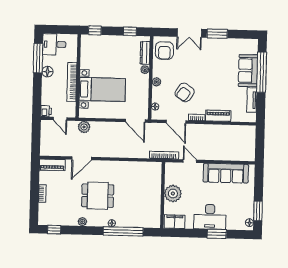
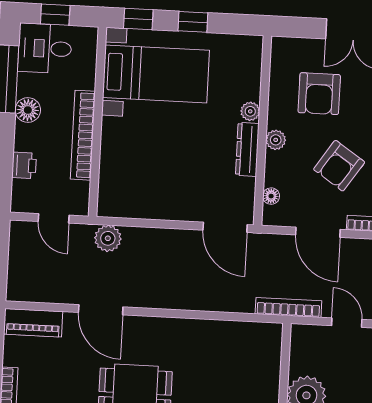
window: (58, 29) -> (55, 15), added
window: (130, 31) -> (193, 22), moved
armchair: (164, 51) -> (319, 94), moved
dresser: (145, 53) -> (247, 149), moved
bed with nightstands: (102, 89) -> (156, 74), moved
printer: (46, 111) -> (24, 165), moved
door: (82, 158) -> (101, 310), hinge flipped

